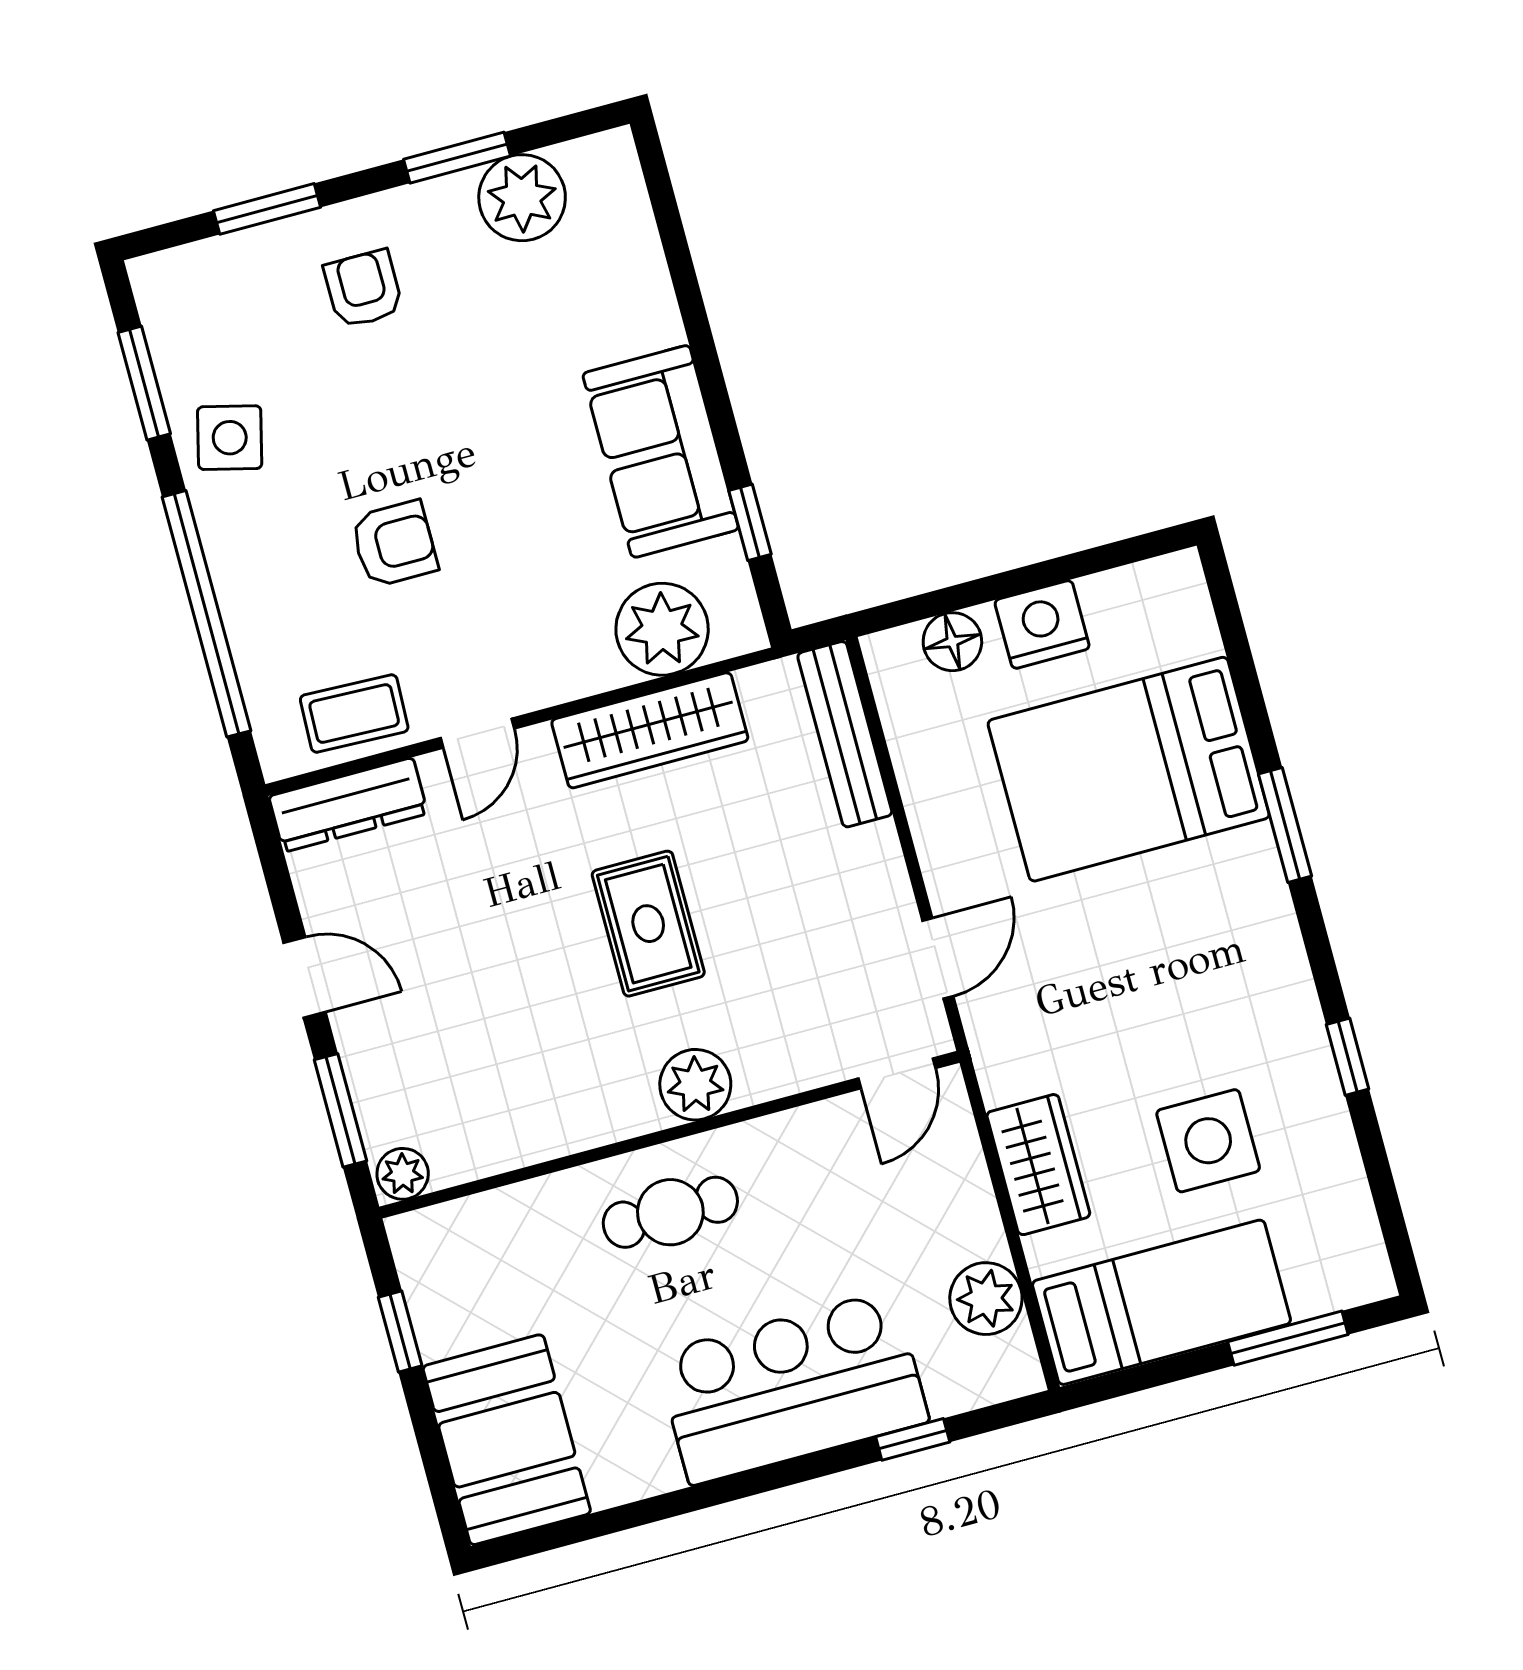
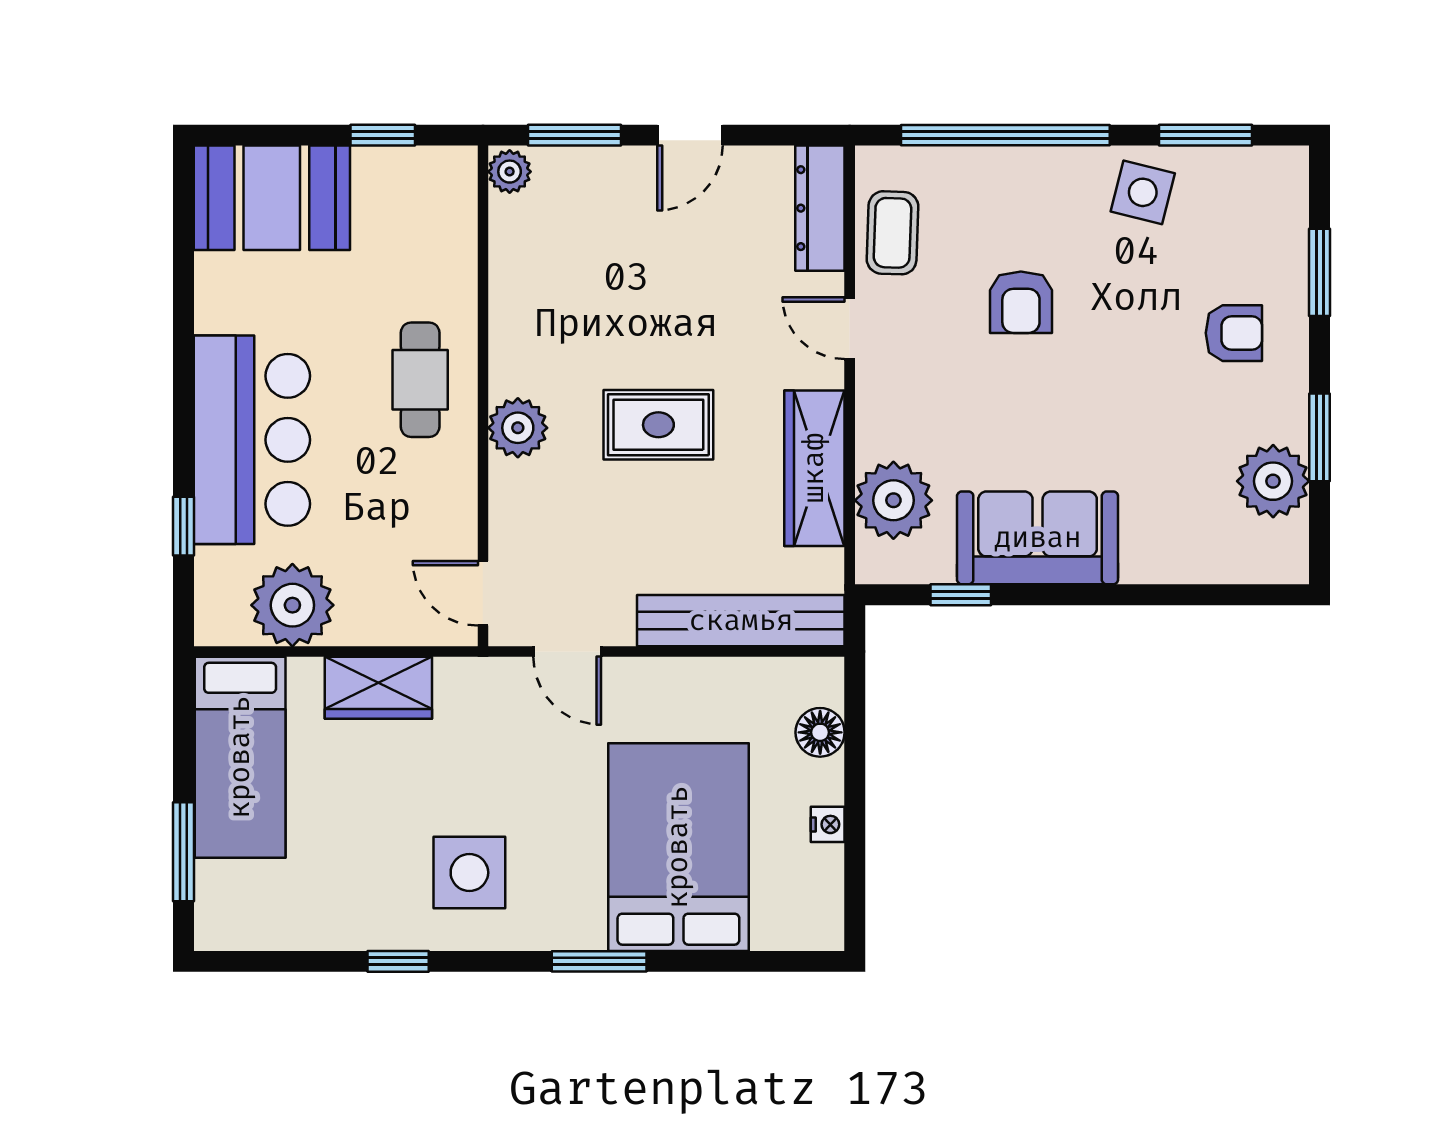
nightstand: (1042, 624) -> (828, 824), width x0.53, depth x0.56
bench: (845, 734) -> (741, 621), width x1.37, depth x1.21
side table: (1208, 1141) -> (469, 873), moved
plant: (986, 1299) -> (292, 605), width x1.36, depth x1.36

